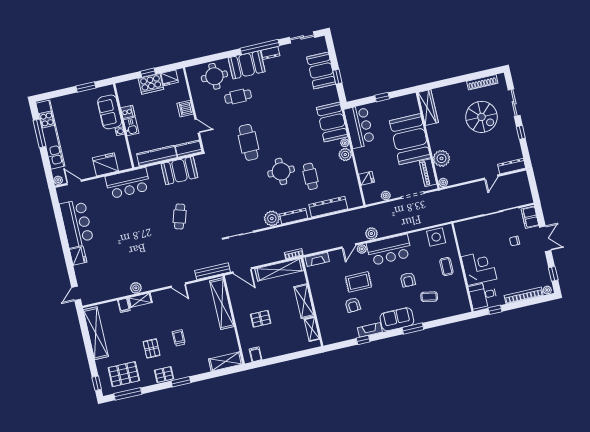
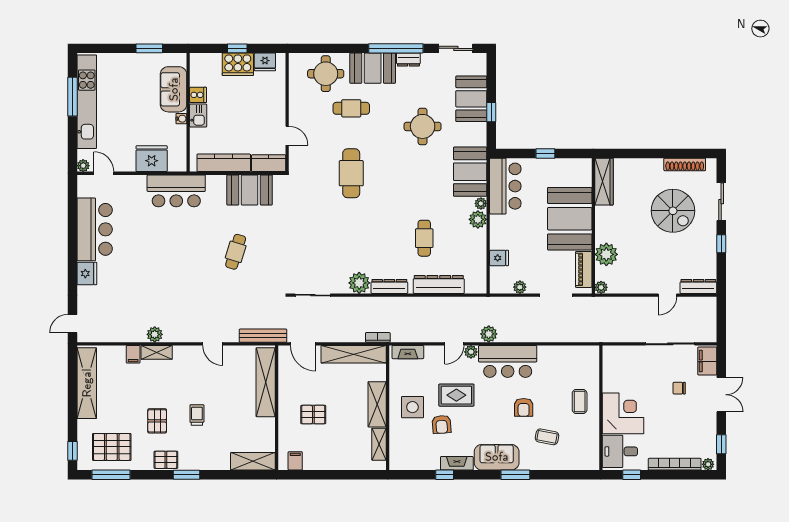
dishwasher: (185, 109) -> (276, 108), removed
round table: (281, 171) -> (423, 126), moved
side table: (436, 237) -> (412, 407), moved

